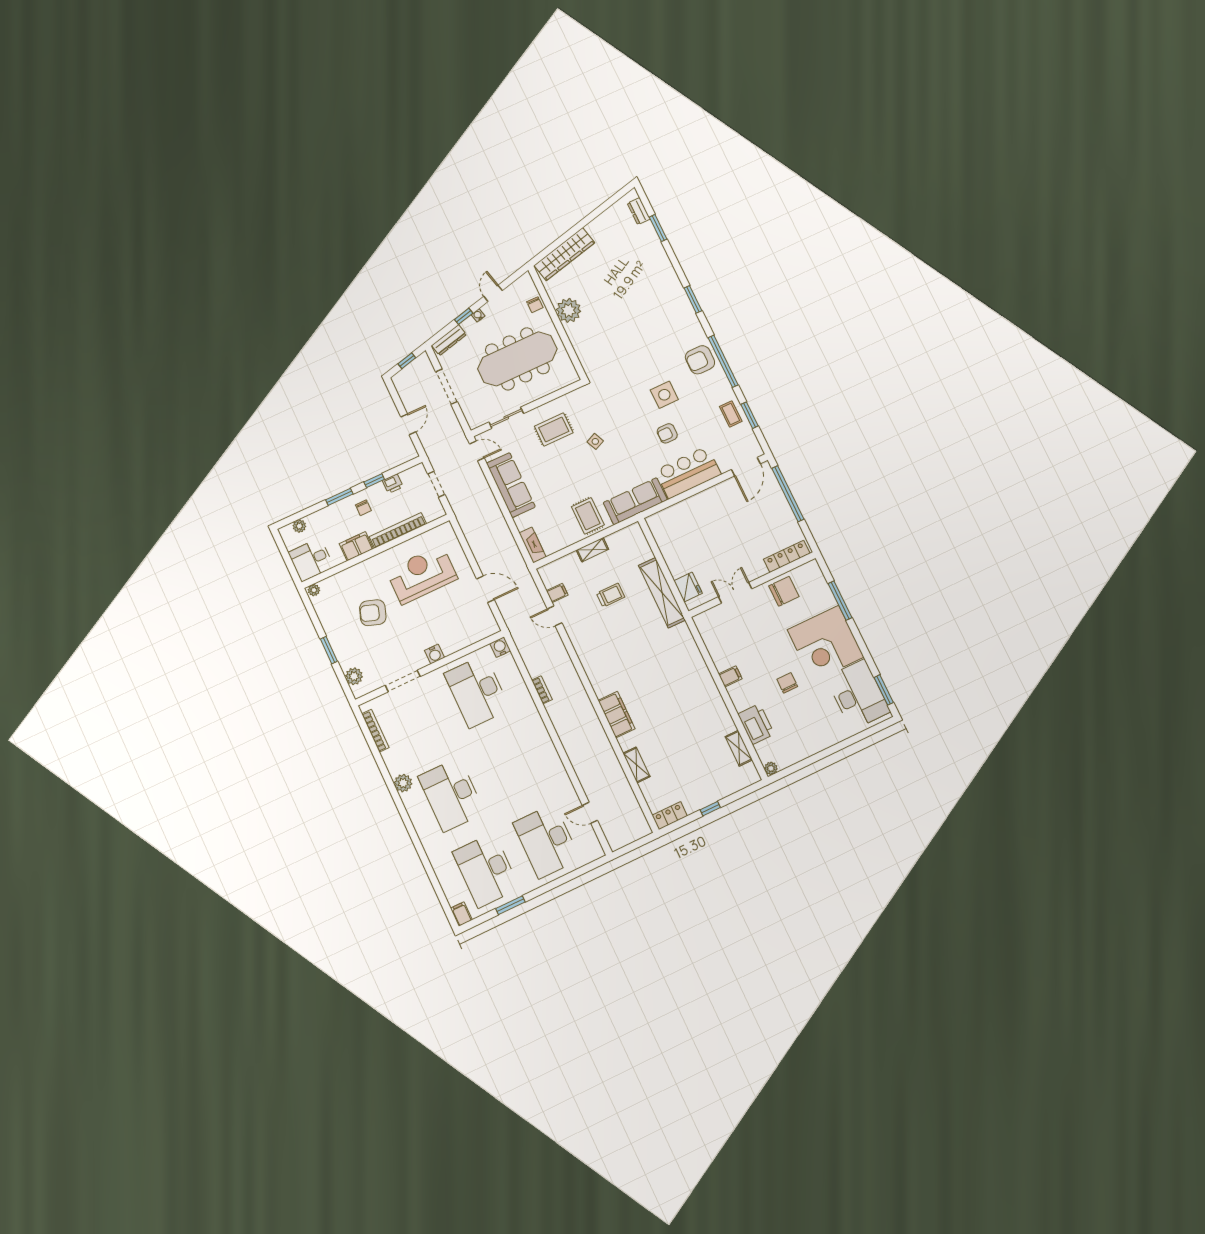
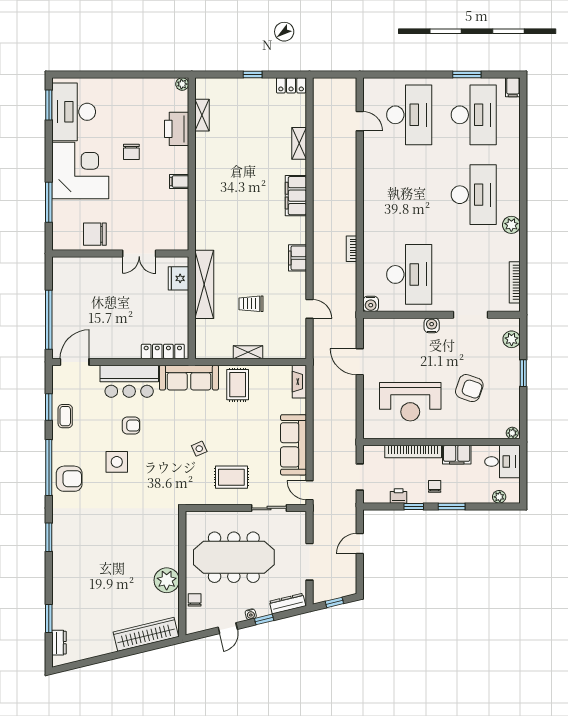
locker: (787, 556) -> (163, 351), moved, turned 180
filing cabinet: (557, 593) -> (298, 258), moved, width x2.00

